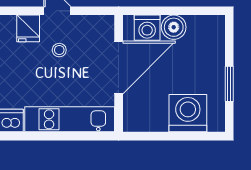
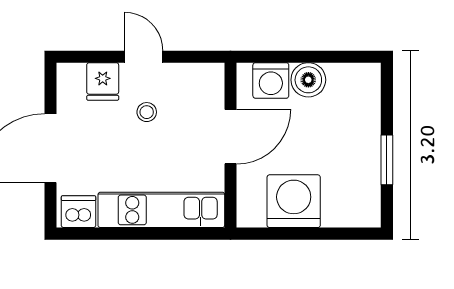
door: (119, 67) -> (231, 137), width x0.73
washing machine: (188, 113) -> (294, 201), moved

